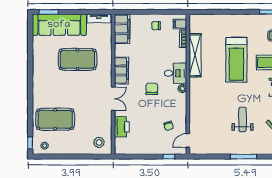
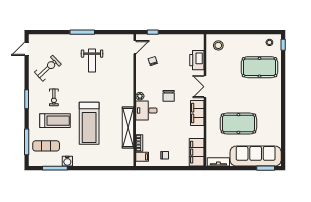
water cooler: (260, 19) -> (67, 161), added
treadmill: (236, 60) -> (89, 123), turned 180
weight bench: (243, 119) -> (92, 61), moved

